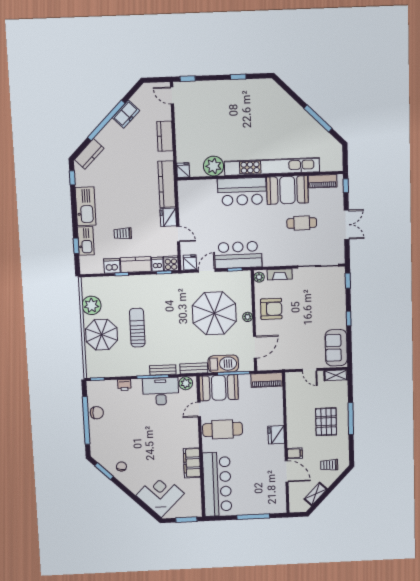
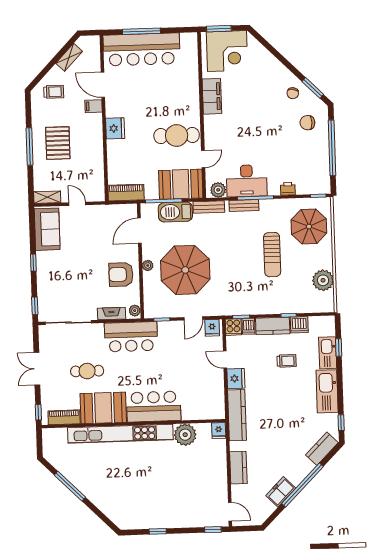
bar counter: (238, 255) -> (131, 337), moved
parasol: (102, 335) -> (309, 226), moved
chair: (97, 413) -> (307, 123), moved
bar counter: (217, 484) -> (141, 49), moved, turned -90
corner desk: (160, 494) -> (227, 51), moved, turned -45

